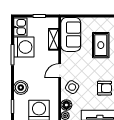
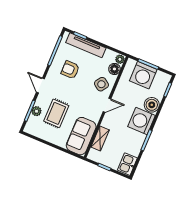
washing machine: (24, 47) -> (141, 121), moved

